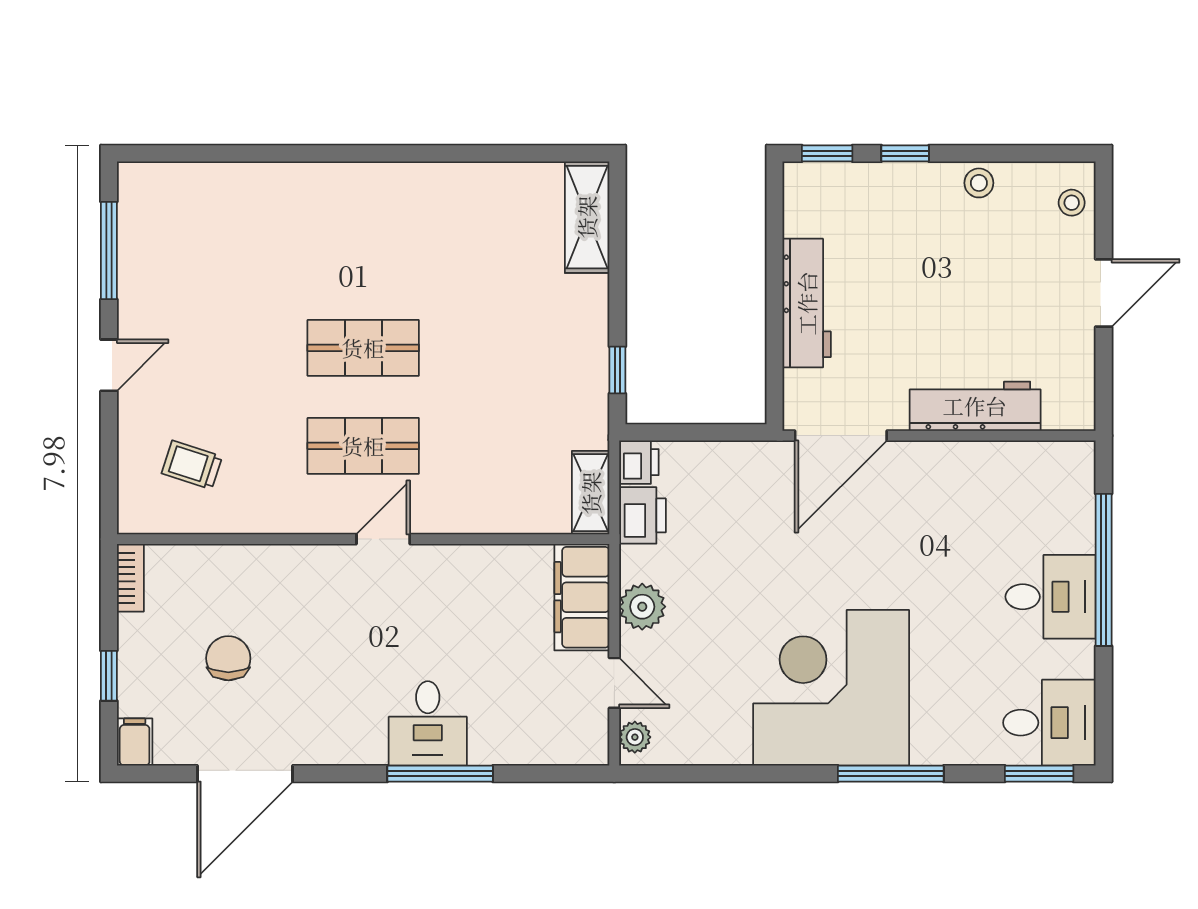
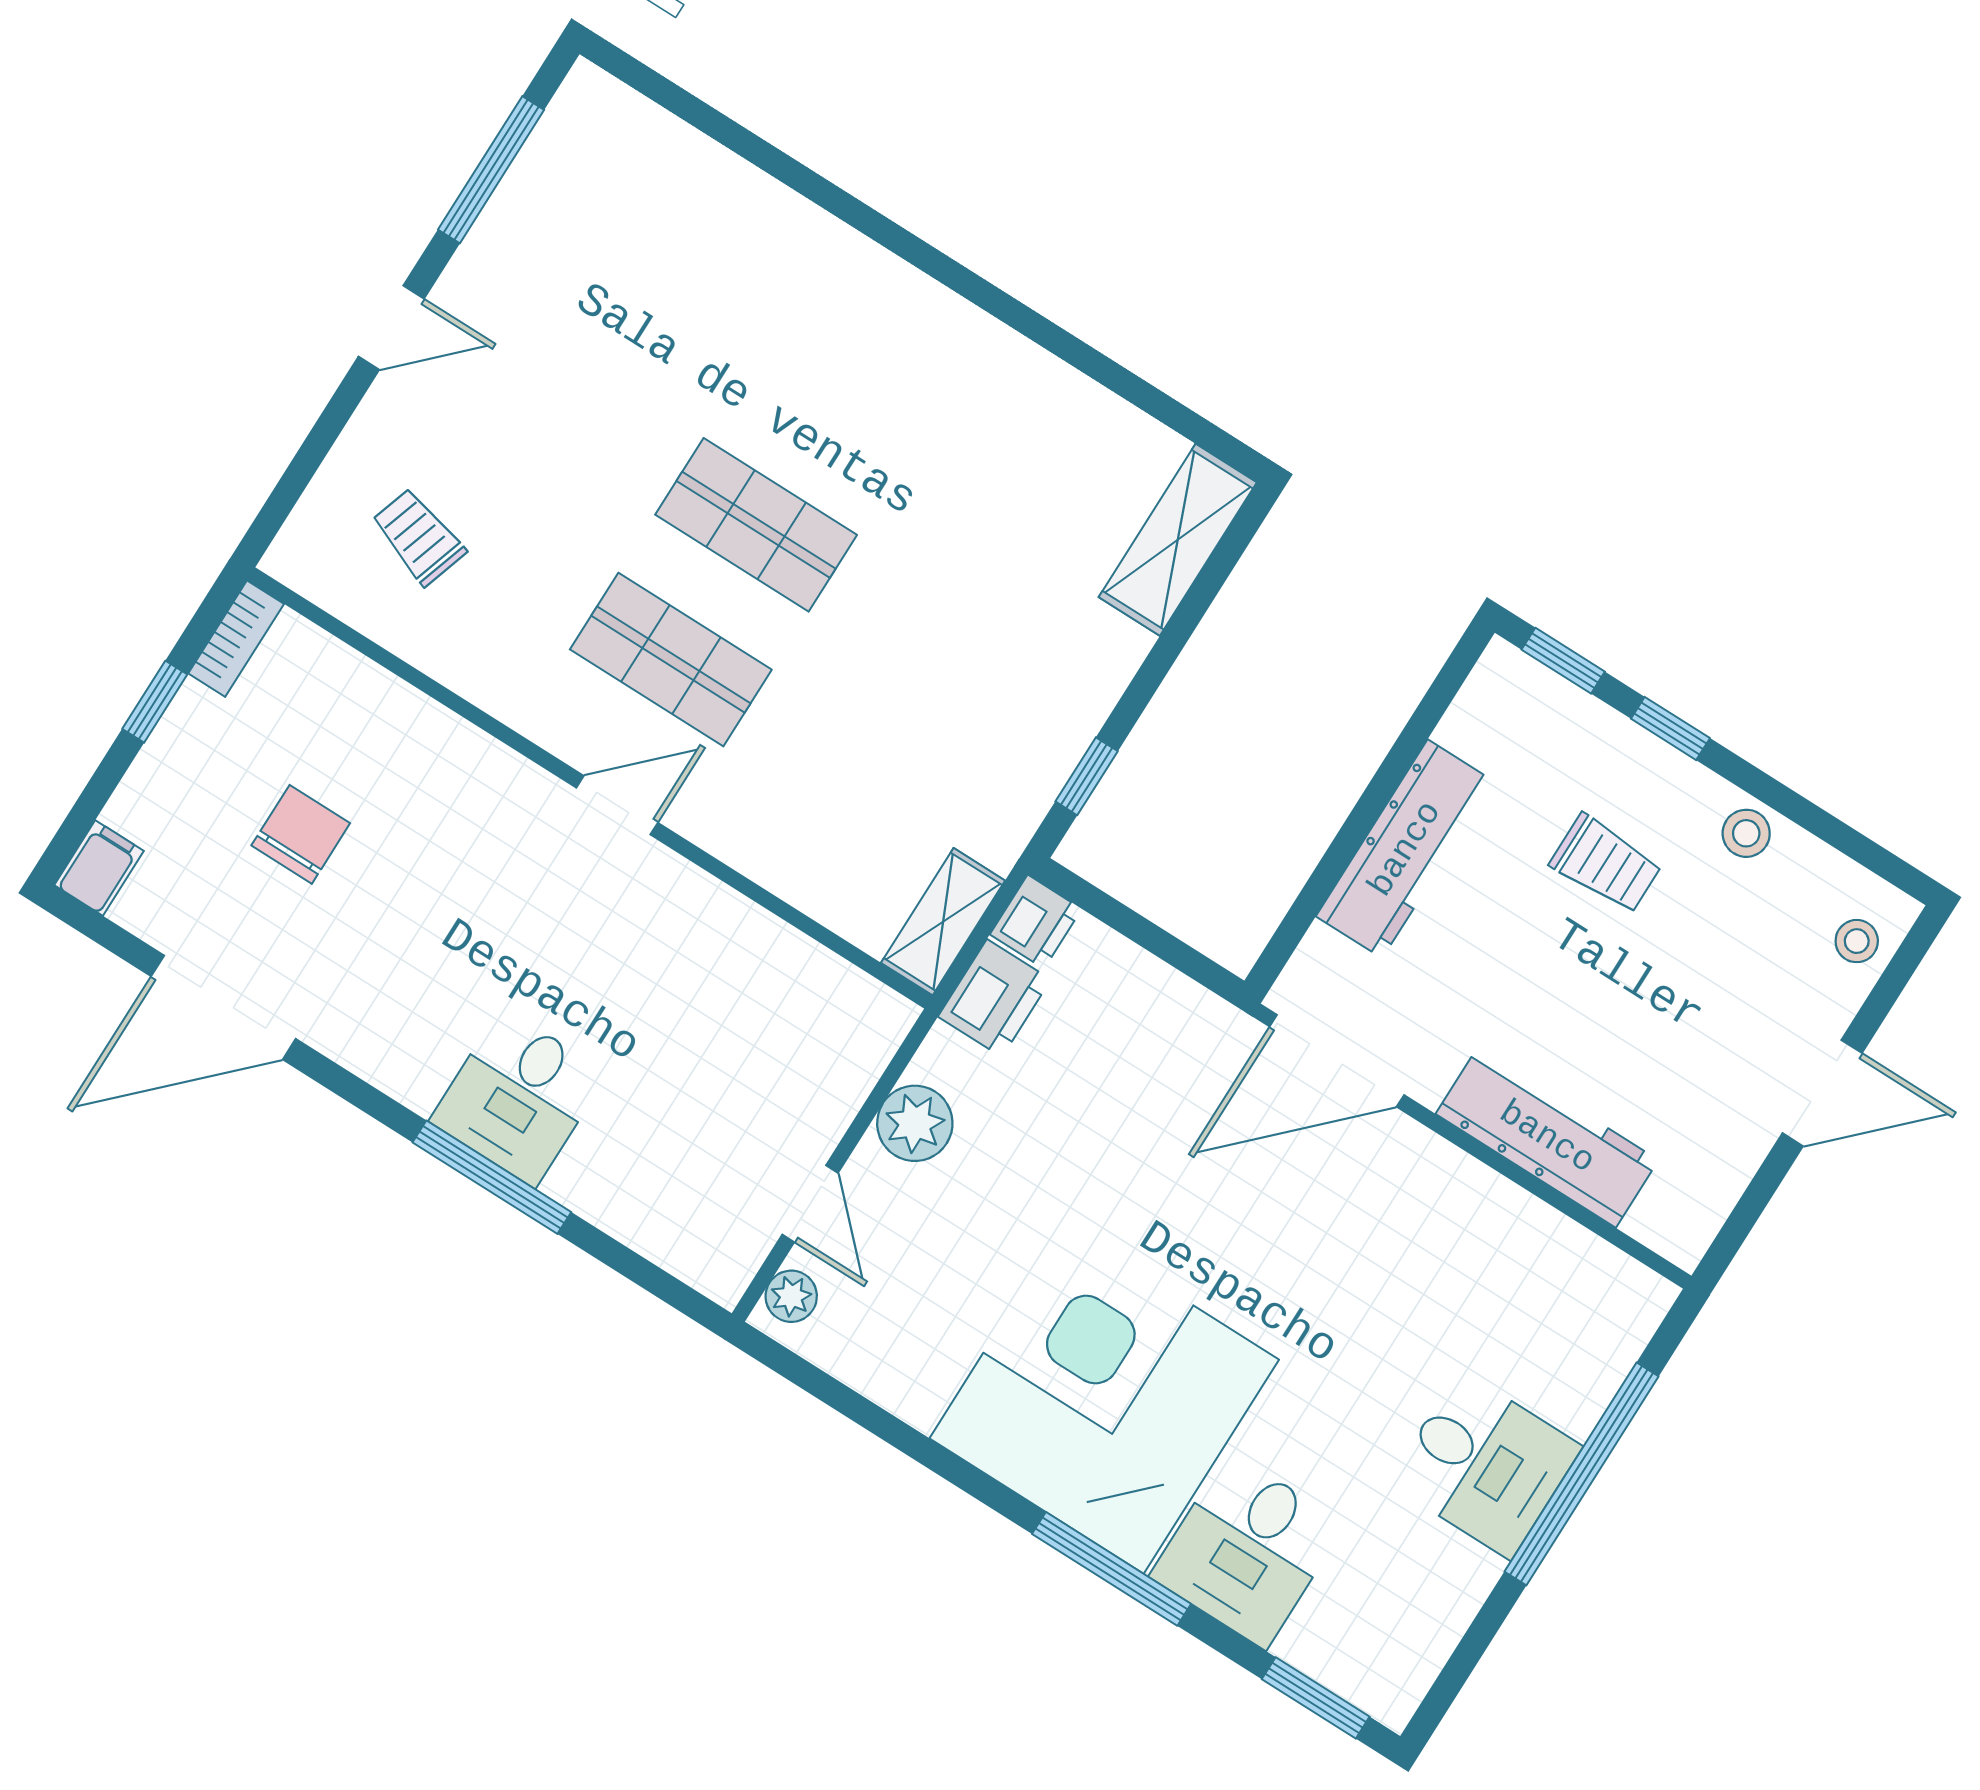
trolley: (916, 245) -> (1606, 864), added
filing cabinet: (582, 597) -> (840, 1058), removed
window: (109, 676) -> (155, 702), moved
desk: (1049, 723) -> (1247, 1550), moved, turned 90

